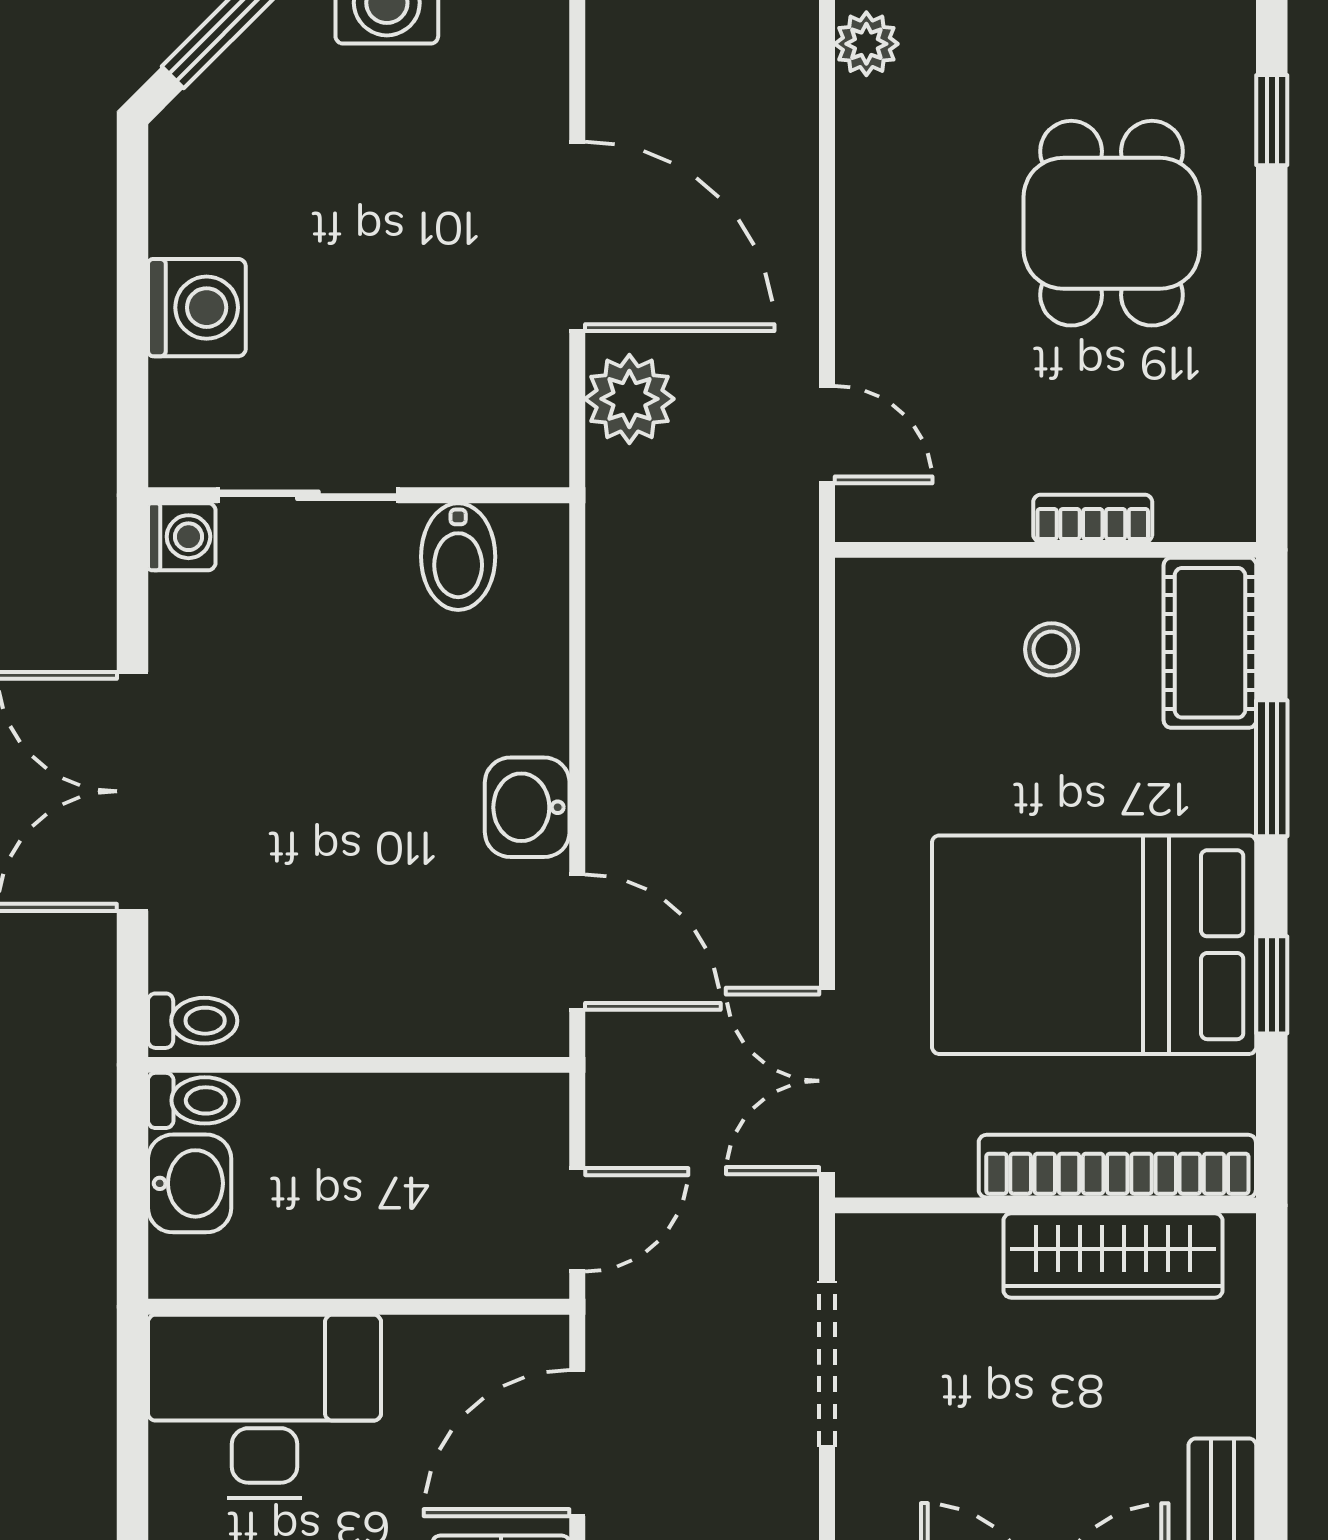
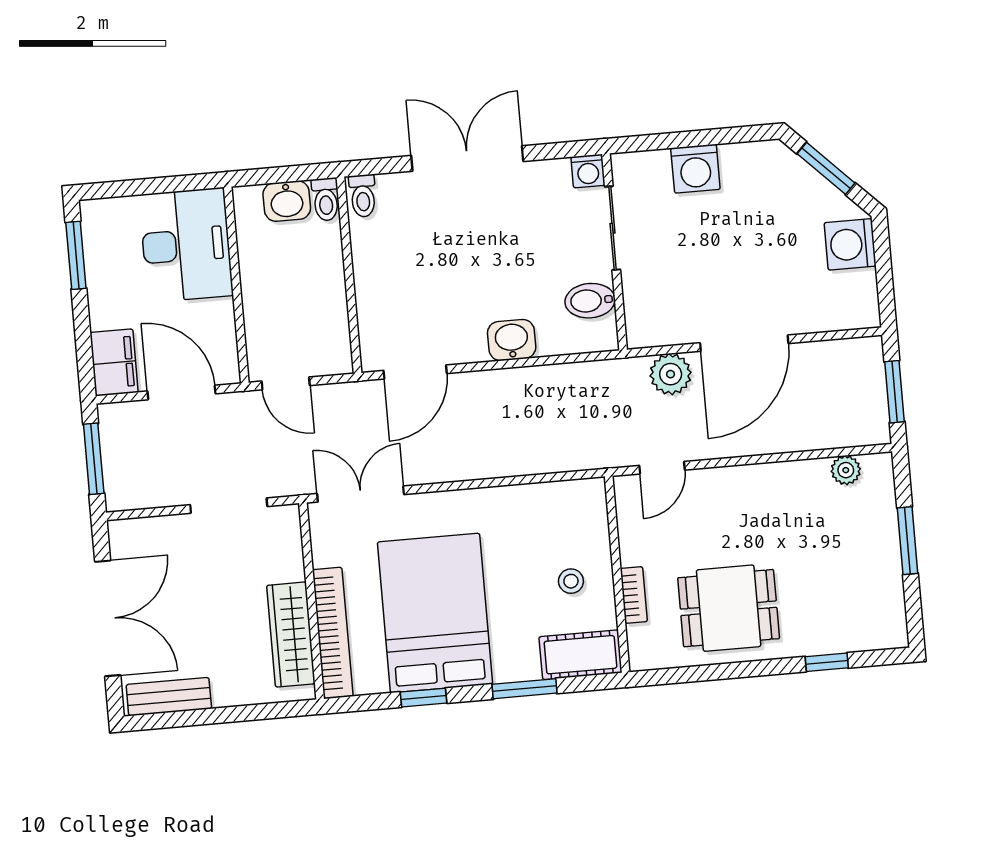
dining table: (1112, 223) -> (729, 608), moved
washbasin: (527, 807) -> (512, 340), moved

